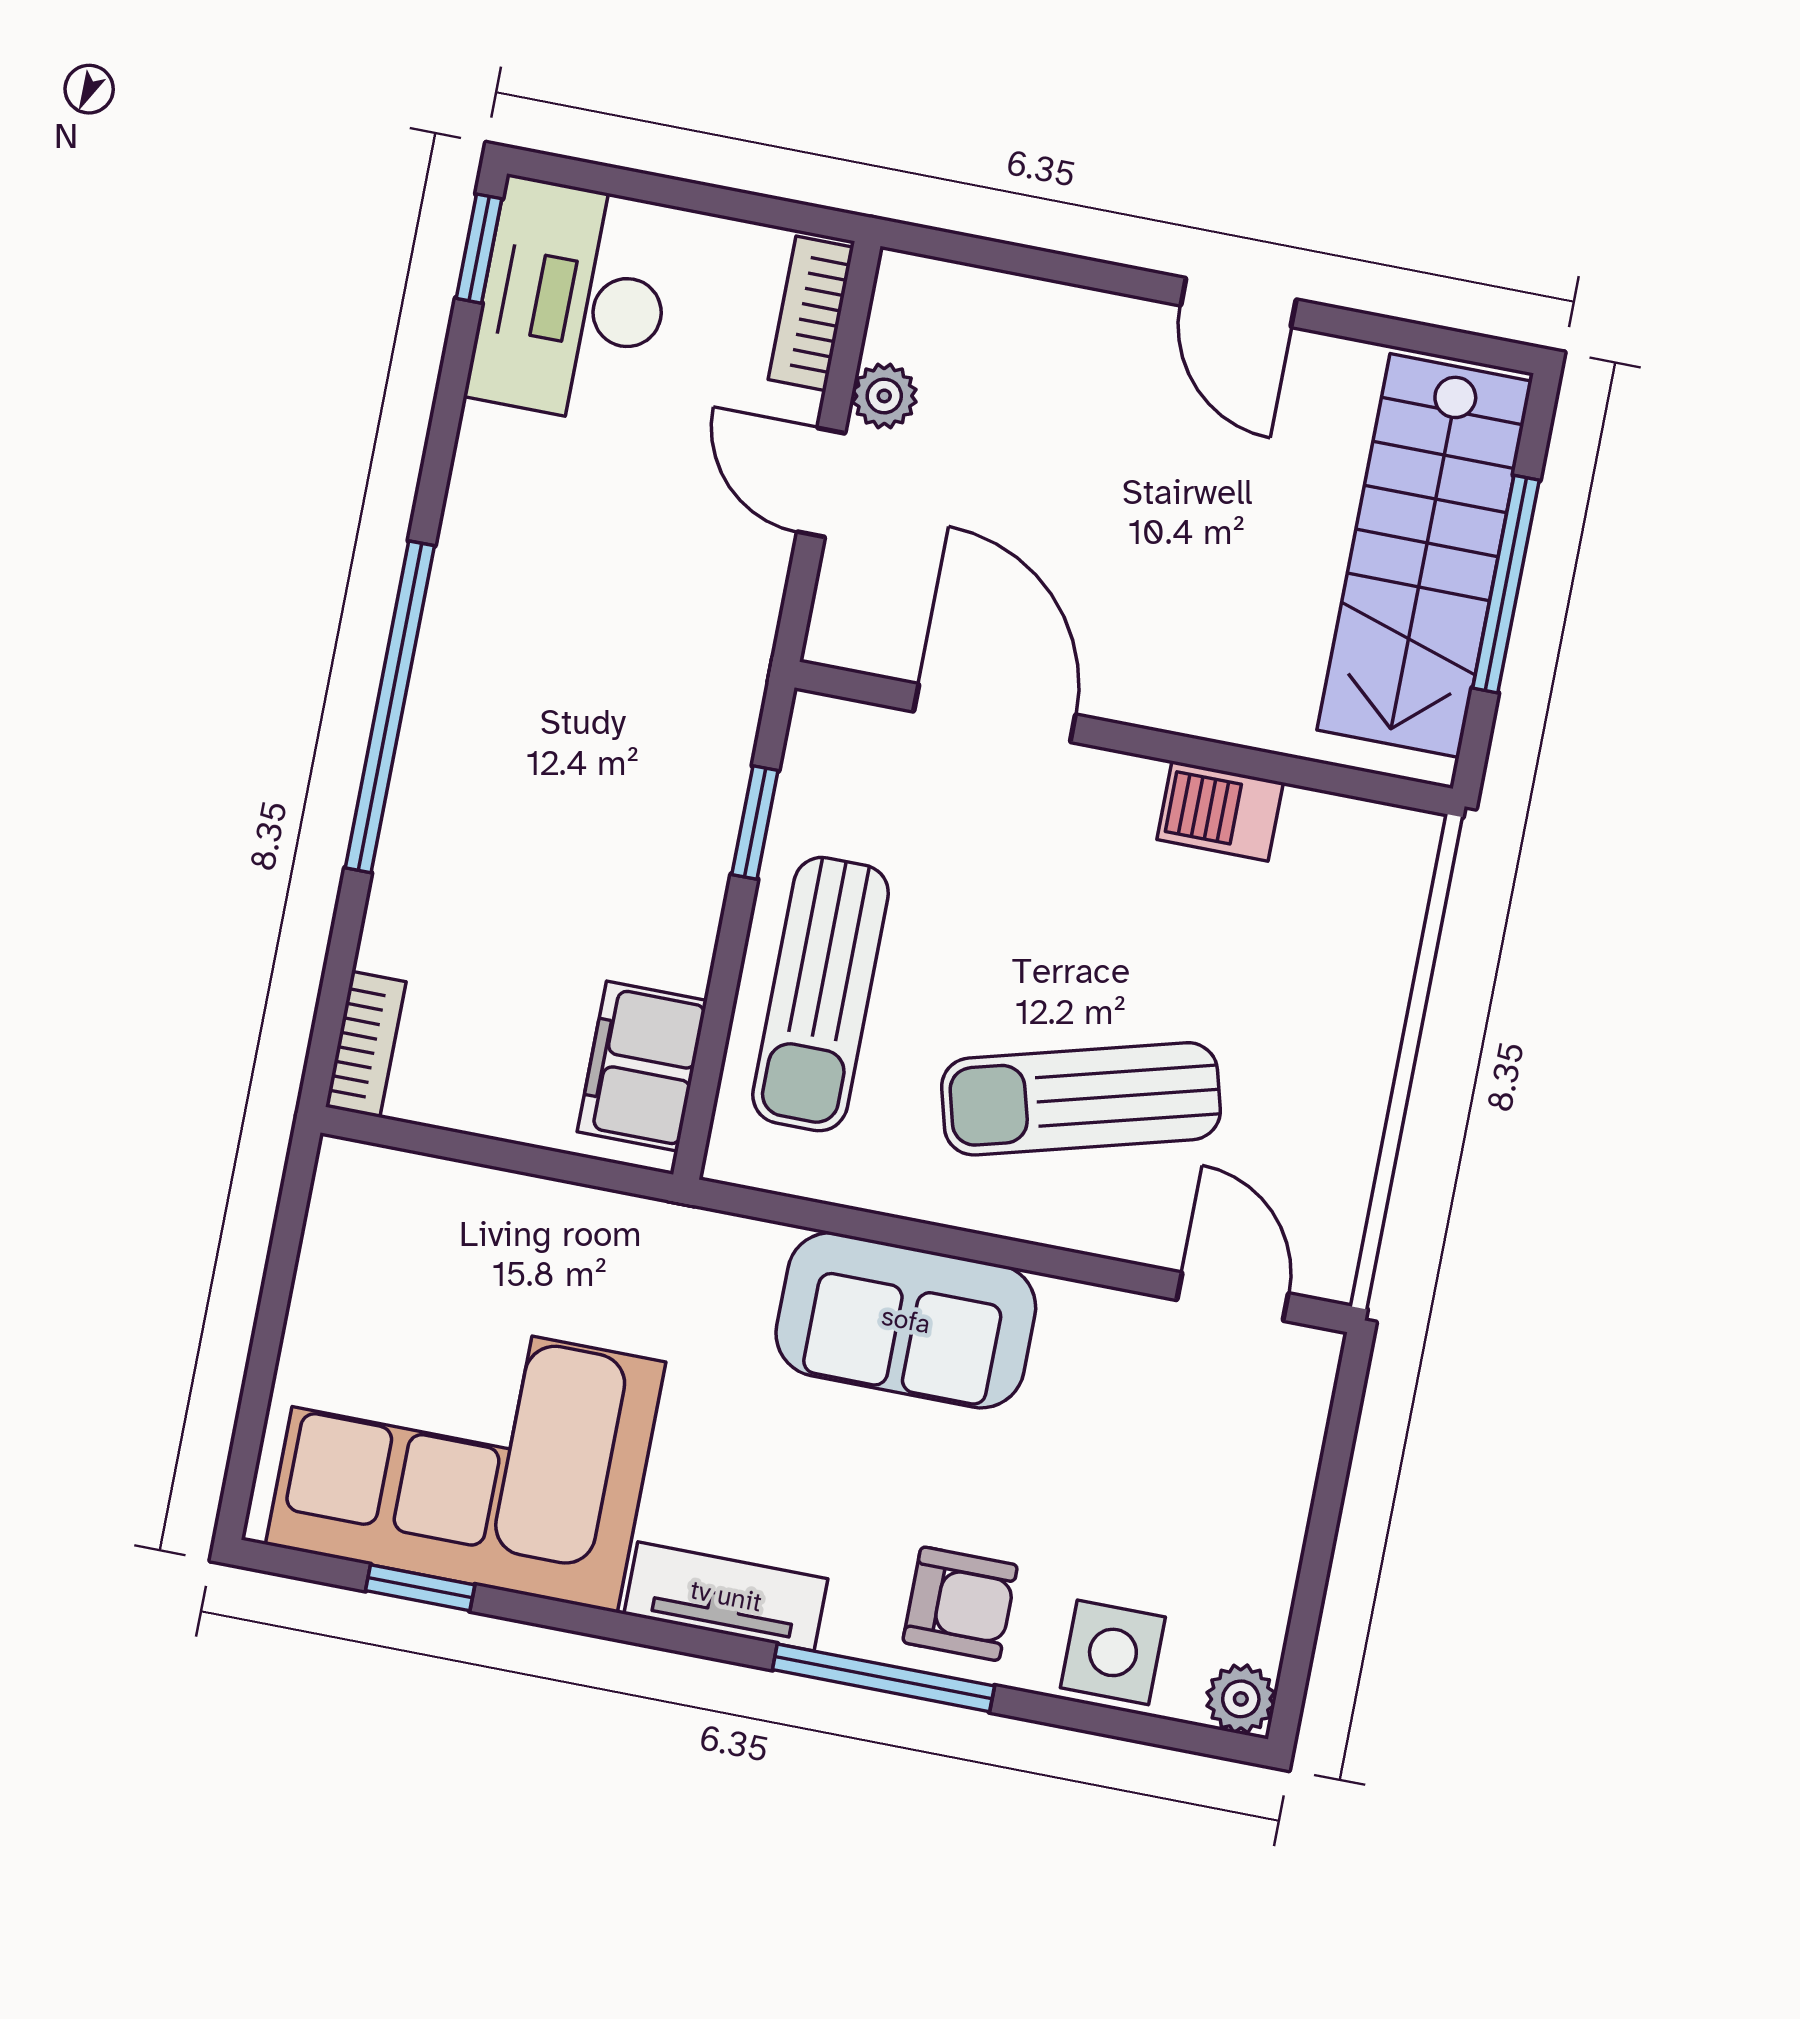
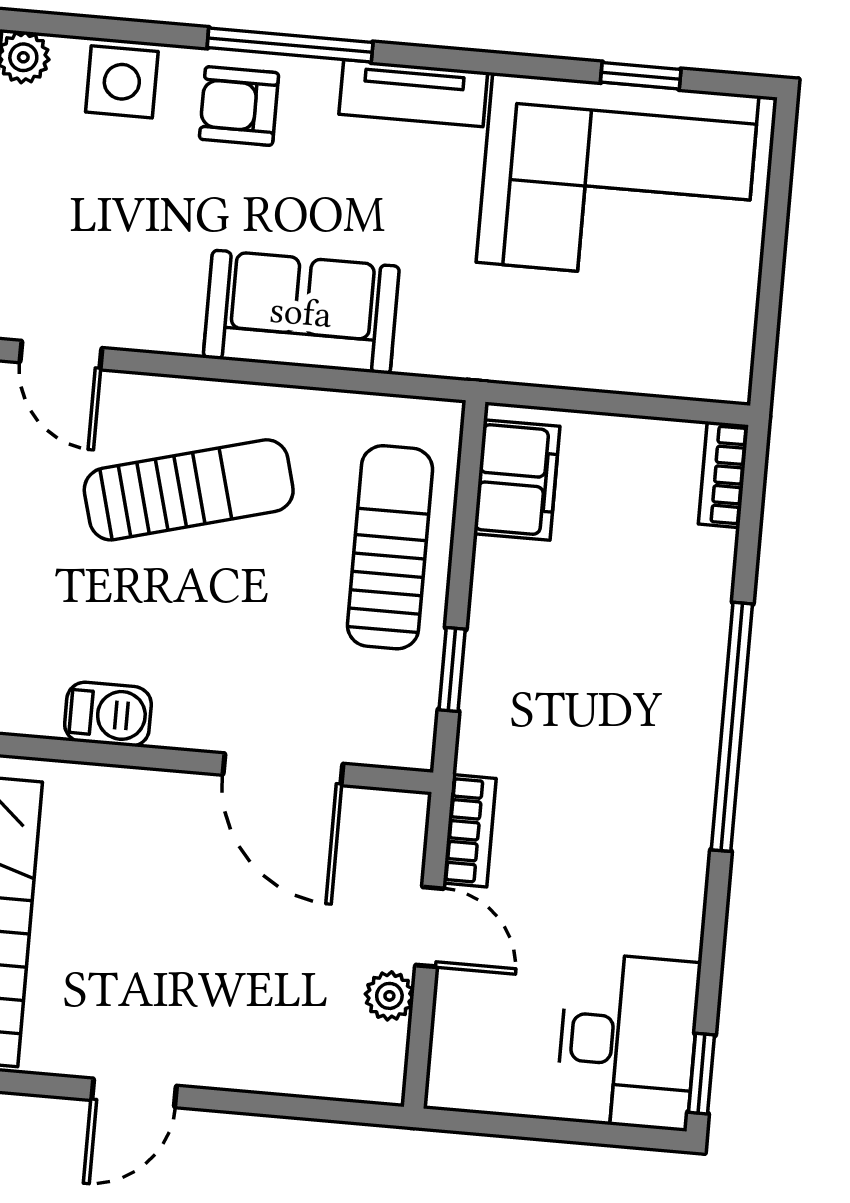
door: (1238, 302) -> (134, 1093), swing flipped
bookcase: (811, 313) -> (470, 831), moved

